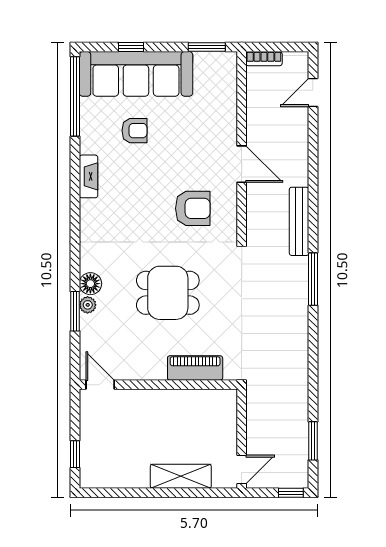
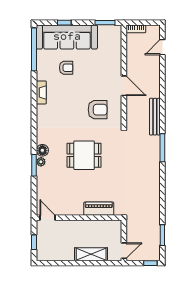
piano: (195, 368) -> (99, 209), moved
door: (100, 385) -> (48, 218), moved
wall: (158, 385) -> (79, 218), moved

